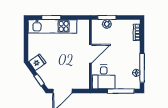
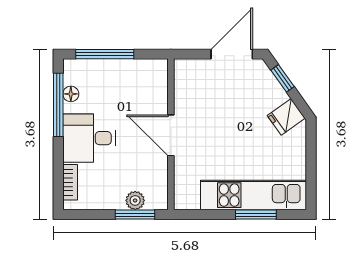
door: (90, 54) -> (171, 135), hinge flipped
desk: (104, 77) -> (89, 138), moved, turned -90

